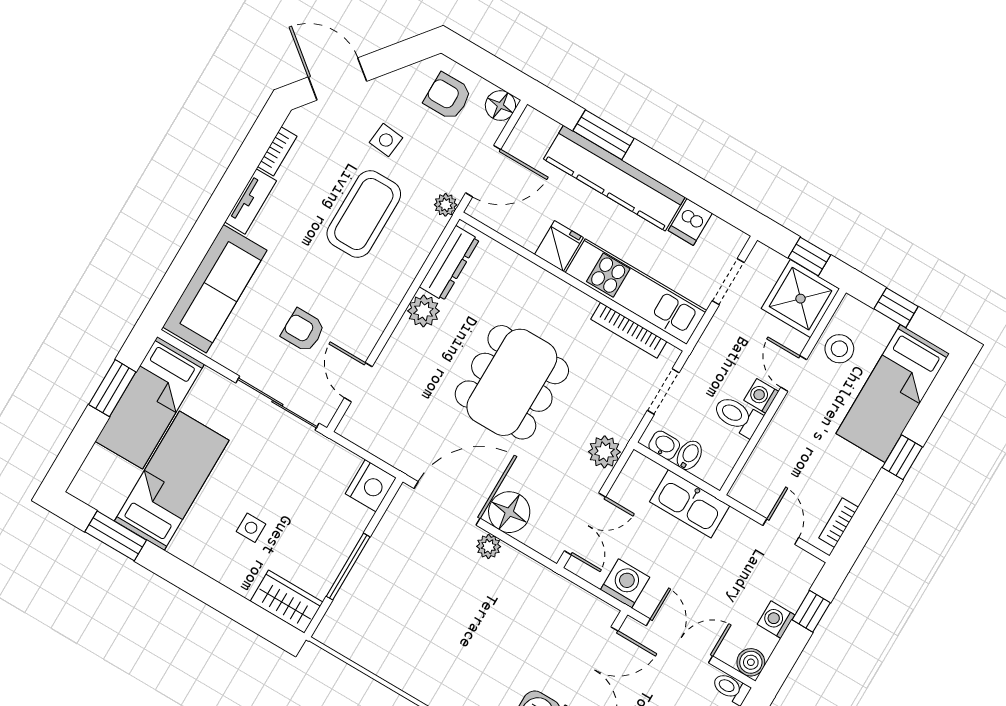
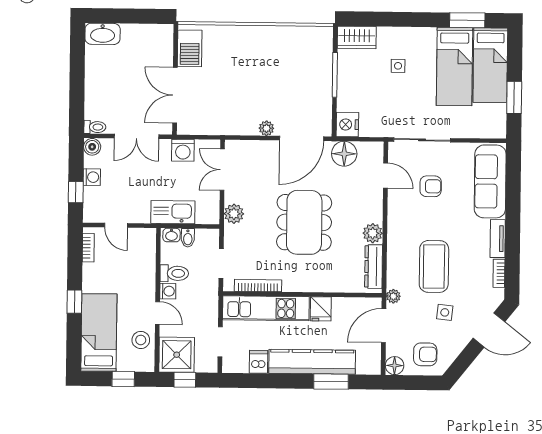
bed: (150, 403) -> (490, 65), moved, turned 180
washbasin: (664, 445) -> (171, 235), moved
floor lamp: (509, 512) -> (344, 154), moved

